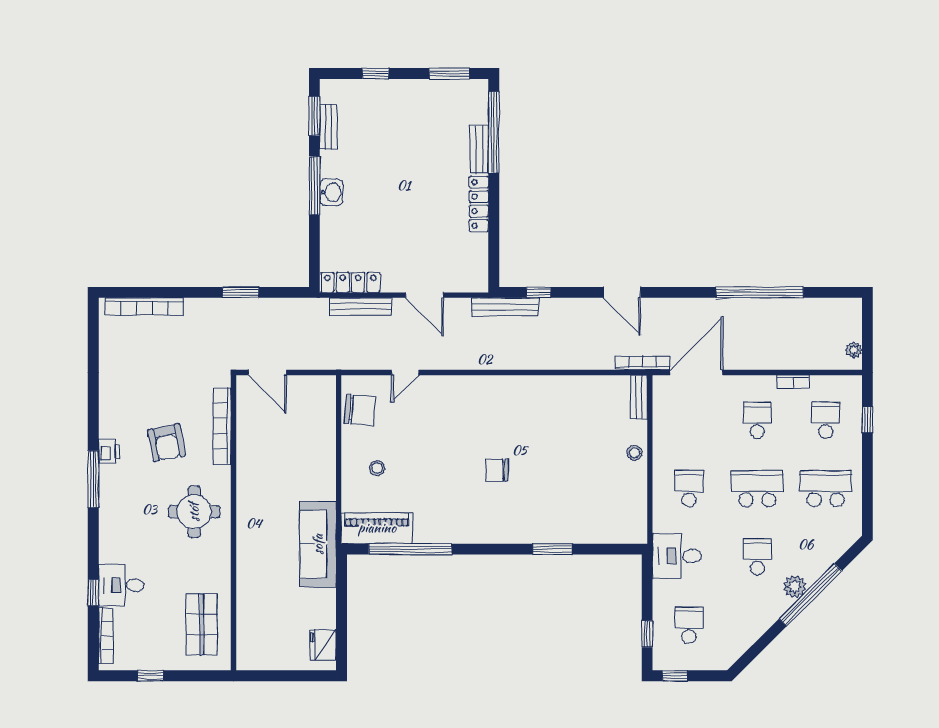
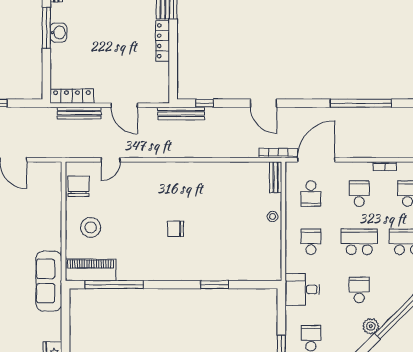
chair: (360, 410) -> (79, 186), turned -95
school desk: (689, 420) -> (311, 194), added
stool: (377, 468) -> (91, 227), width x1.89, depth x1.89
plant: (795, 587) -> (371, 326), moved

